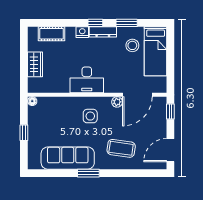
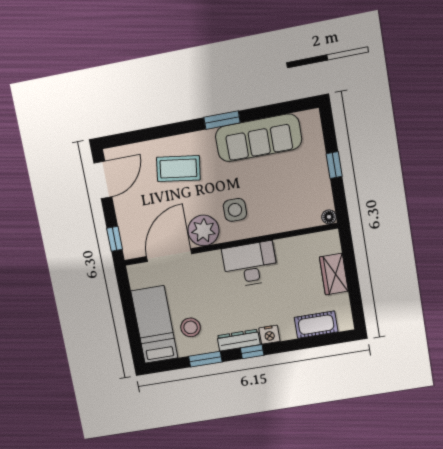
plant: (117, 102) -> (203, 230), width x1.88, depth x1.88

